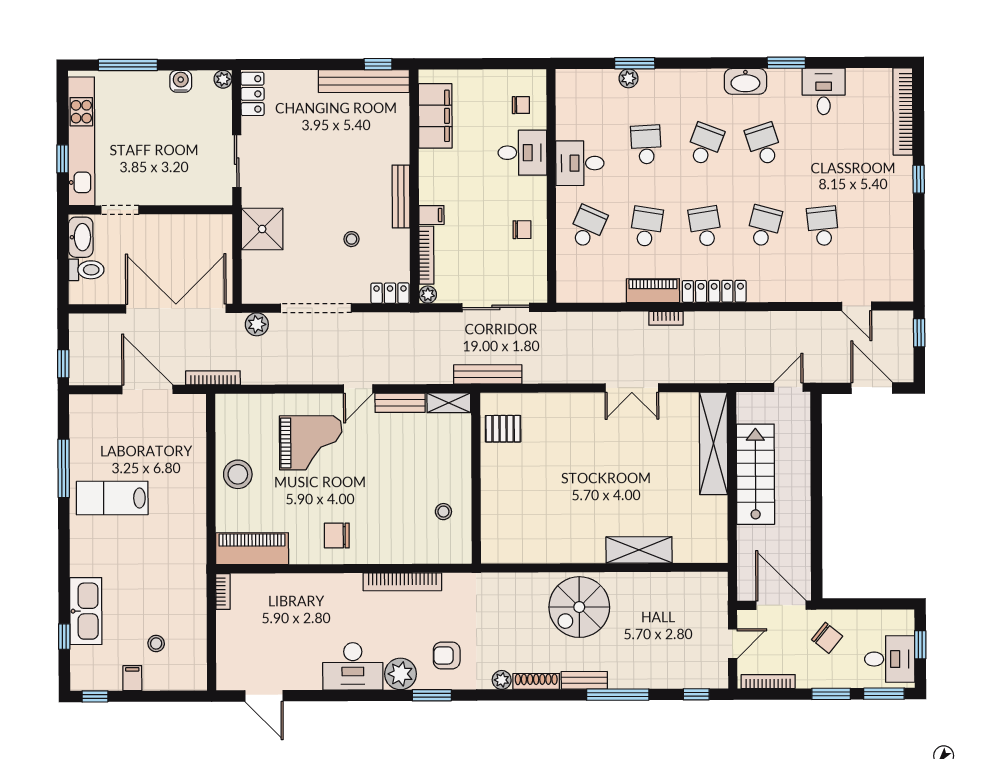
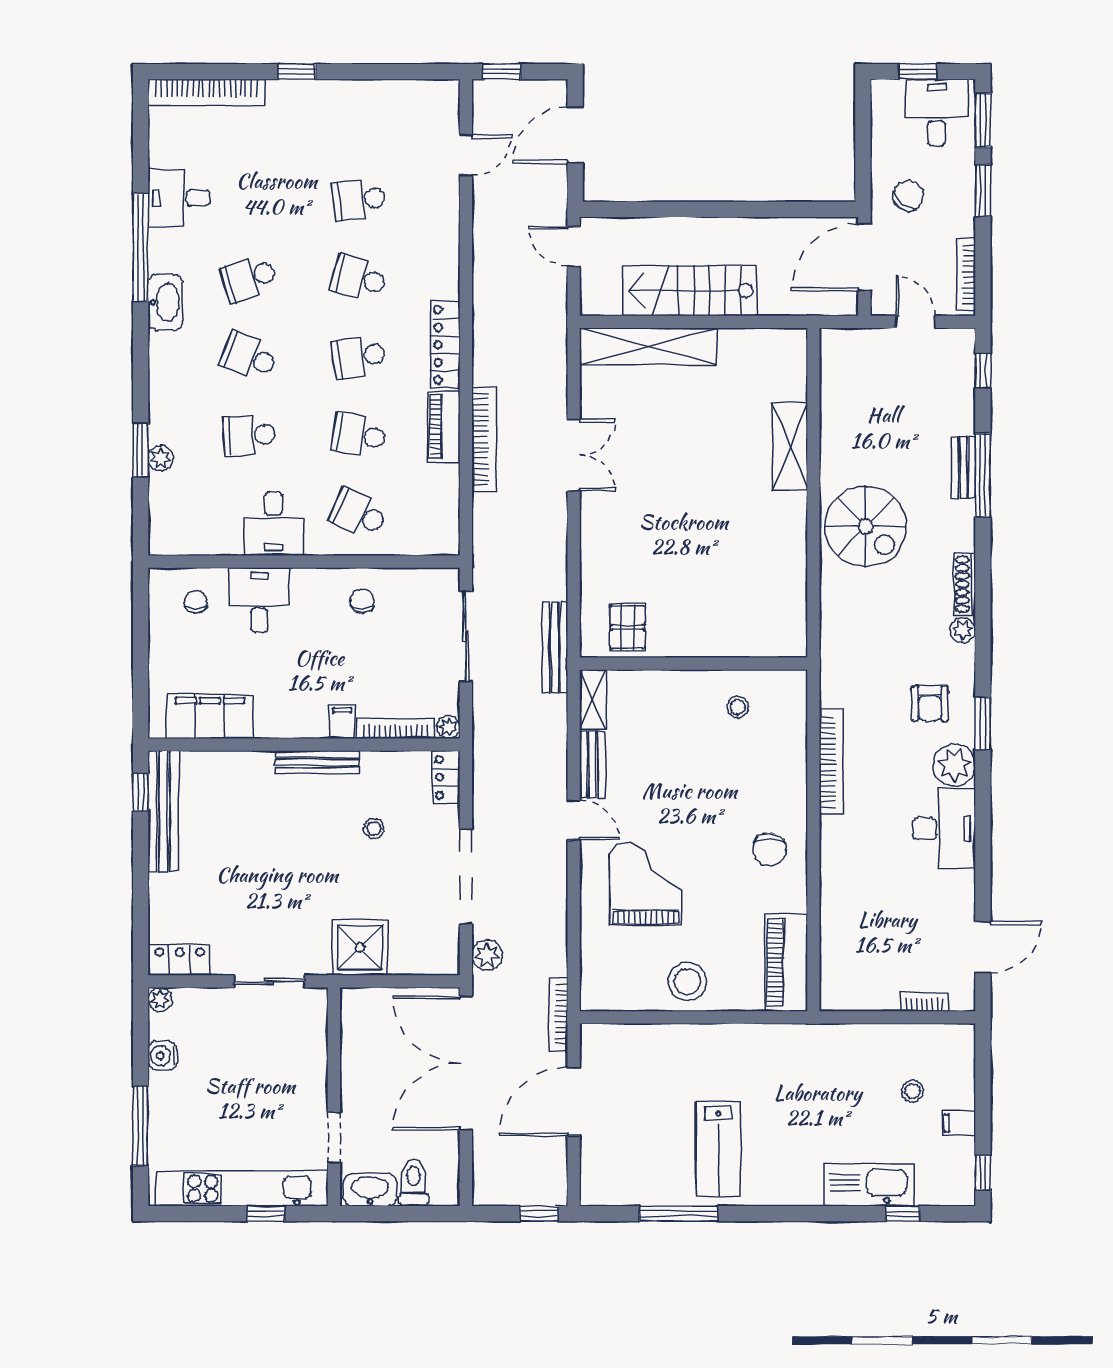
window: (786, 63) -> (141, 248), width x2.11
bookcase: (666, 318) -> (484, 439), width x2.31, depth x1.31
bookcase: (223, 591) -> (925, 1002), moved
bench: (584, 680) -> (964, 467), moved

